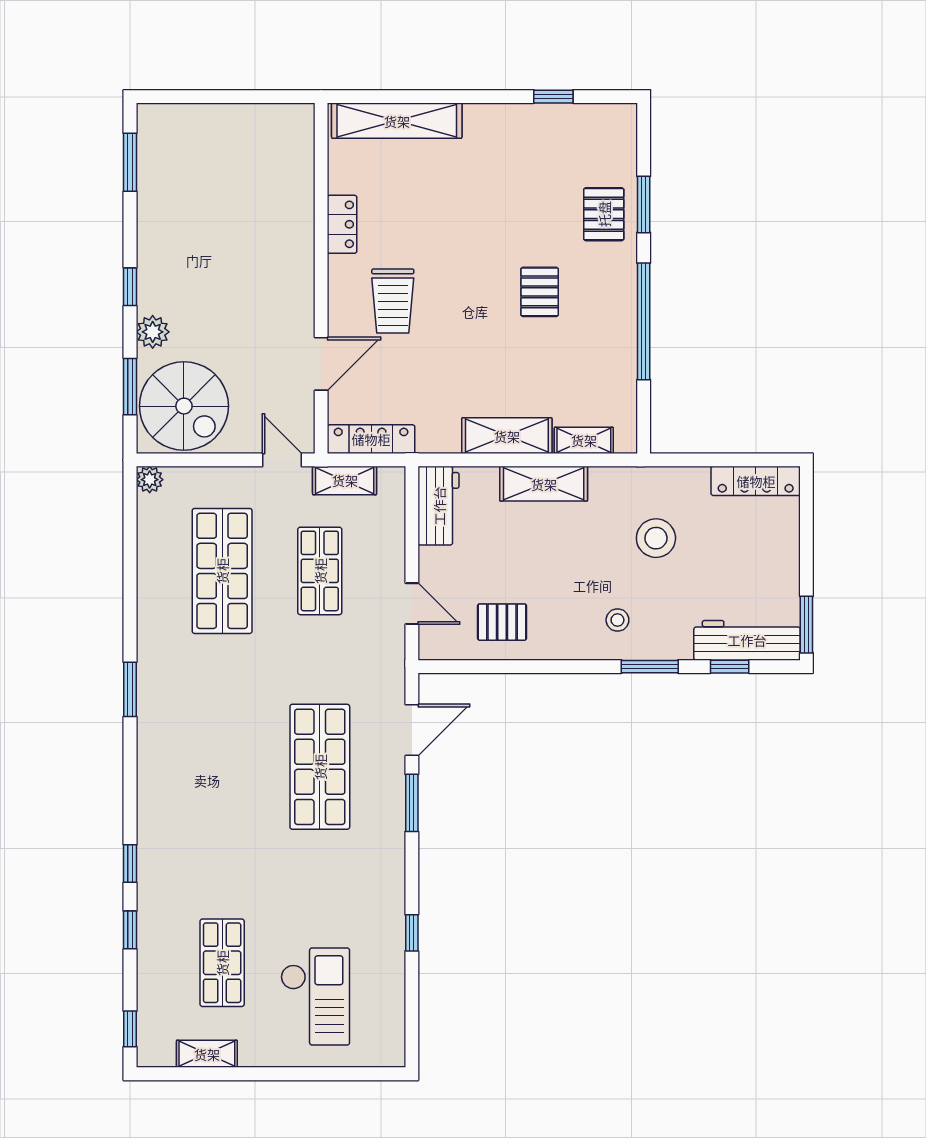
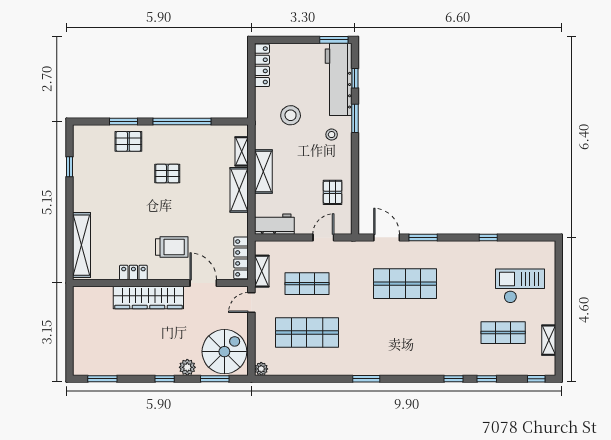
wardrobe: (292, 254) -> (148, 297), added
workbench: (747, 640) -> (339, 79), width x1.36, depth x1.32

